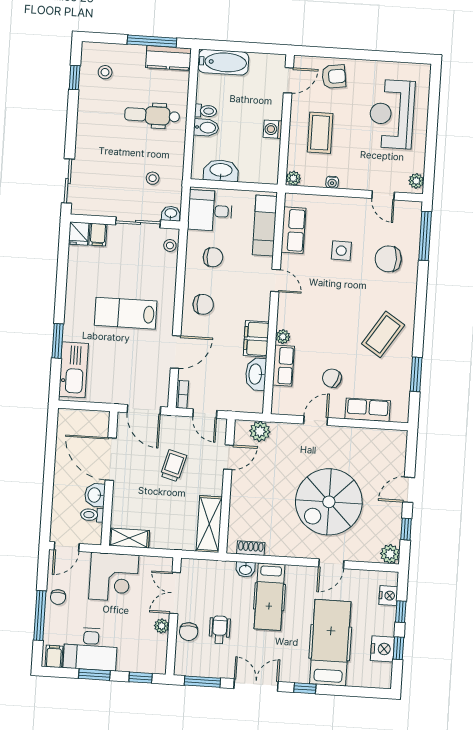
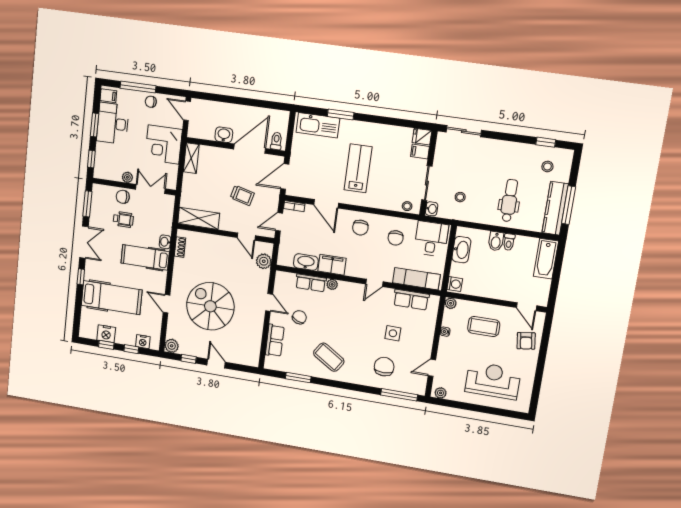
kitchen counter: (169, 58) -> (555, 208), width x1.50
washing machine: (273, 129) -> (455, 284), moved, turned 90
toilet: (92, 515) -> (276, 141), moved

